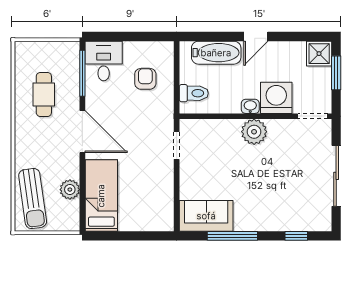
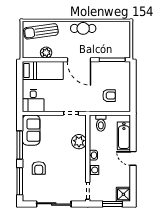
desk: (104, 61) -> (33, 100), moved, turned 90
cafe table: (44, 94) -> (83, 28), moved
washing machine: (276, 98) -> (94, 170), width x0.53, depth x0.53
door: (82, 132) -> (79, 60), hinge flipped
plant: (254, 132) -> (79, 142), moved
armchair: (273, 202) -> (39, 168), added
window: (296, 236) -> (20, 181), width x2.17

